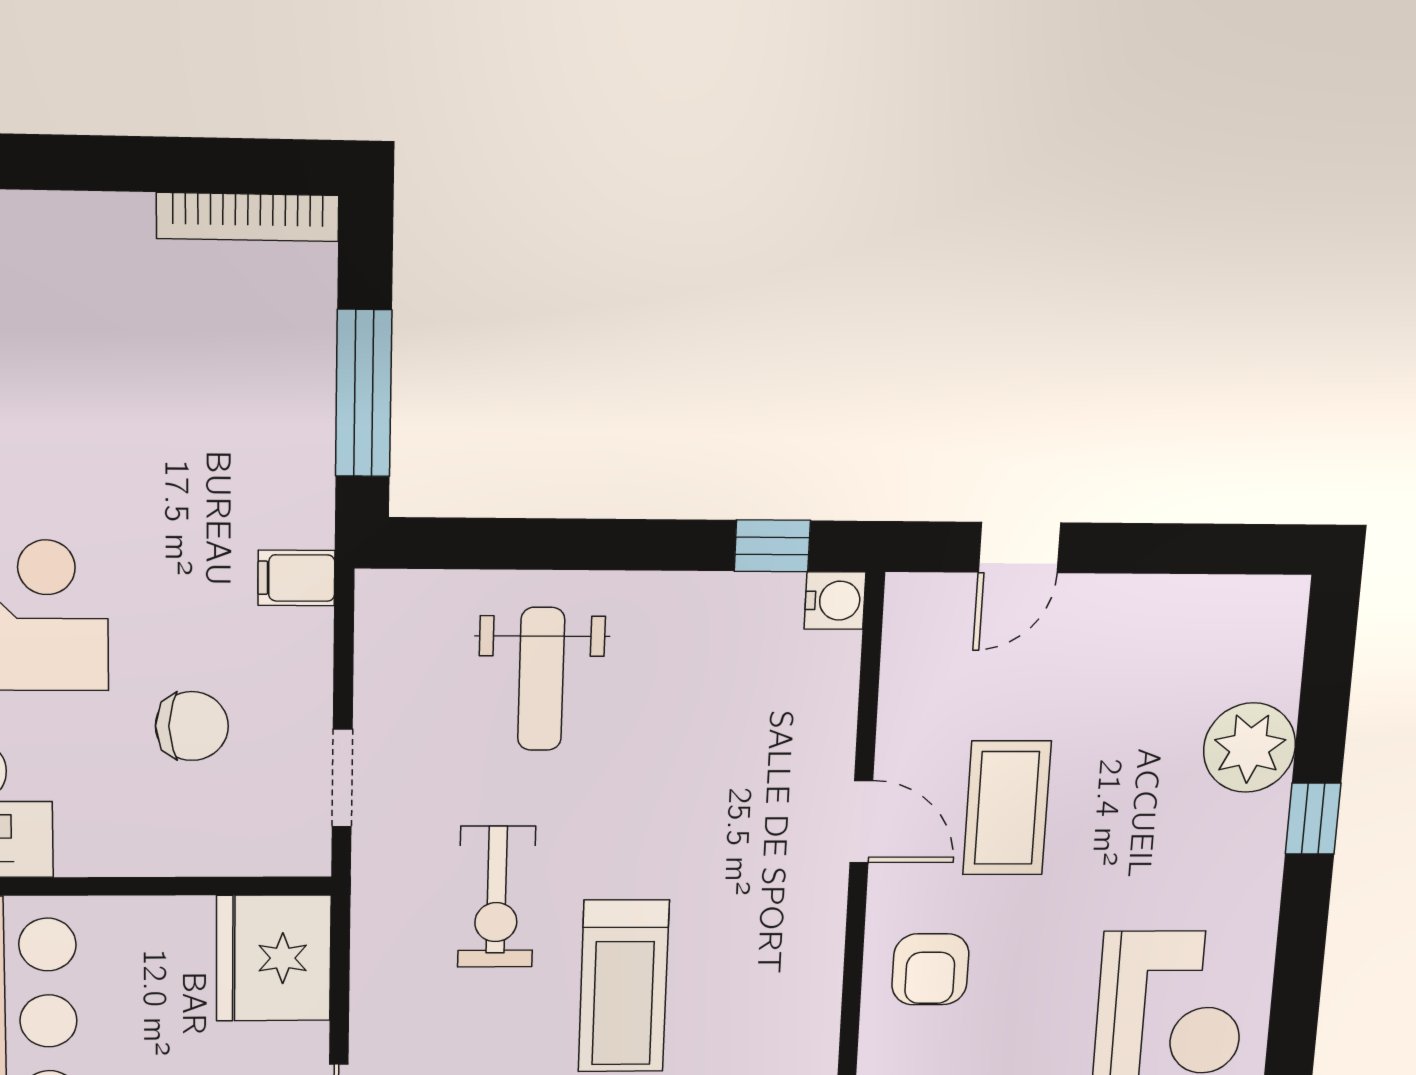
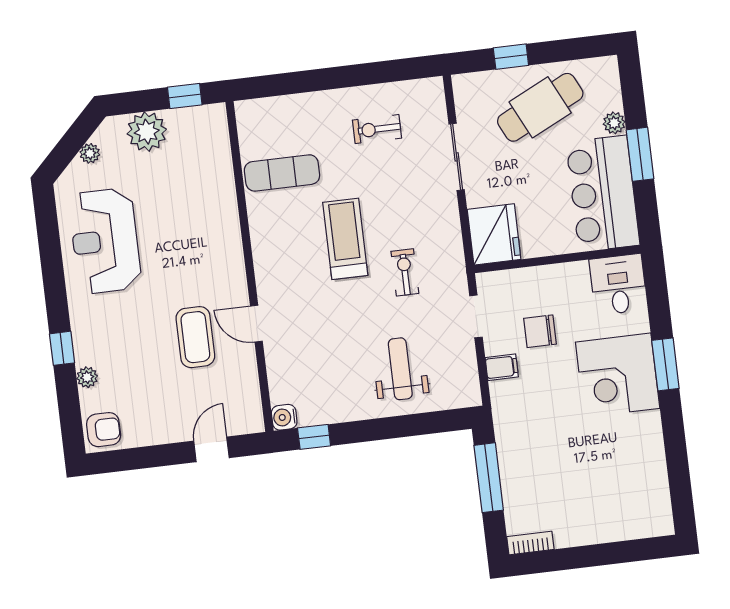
bookcase: (248, 217) -> (530, 543), width x0.64
filing cabinet: (296, 578) -> (502, 367), moved
plant: (1250, 748) -> (87, 377), width x0.53, depth x0.53
exercise bike: (496, 897) -> (405, 272), width x0.73, depth x0.72
armchair: (930, 969) -> (104, 430), moved, turned 90

